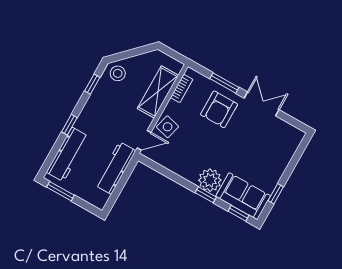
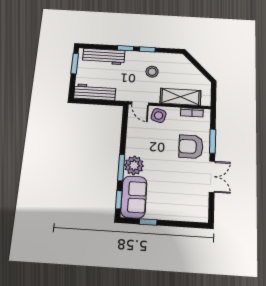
stool: (118, 73) -> (152, 72), moved
window: (92, 84) -> (147, 49), moved
workbench: (115, 168) -> (95, 92), moved
window: (206, 195) -> (121, 168), width x1.50

